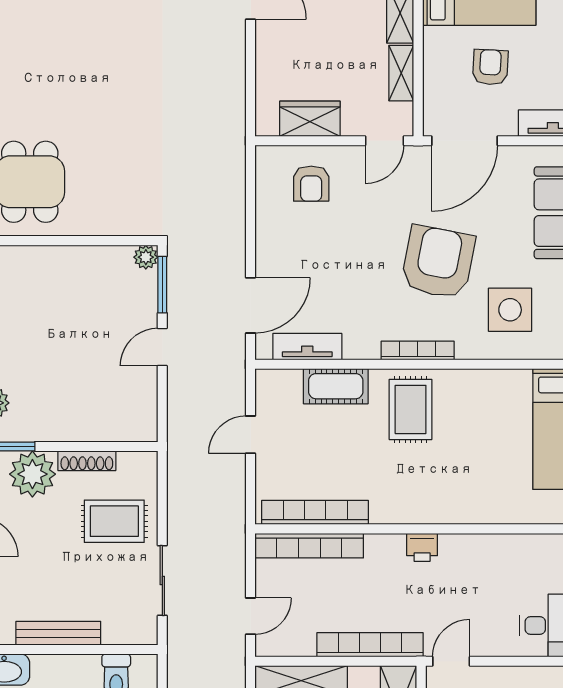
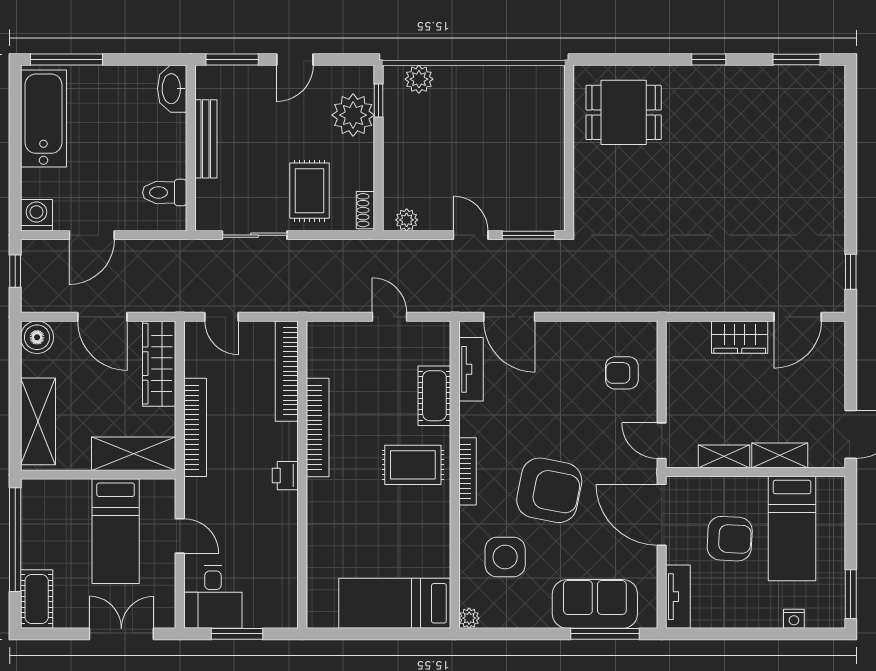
armchair: (490, 67) -> (730, 539), width x1.38, depth x1.38
wardrobe: (310, 119) -> (740, 337), moved, turned 90
plant: (146, 257) -> (407, 220), moved
shoe rack: (87, 461) -> (365, 210), moved, width x0.70
bookcase: (315, 512) -> (318, 427), moved
door: (451, 661) -> (180, 536), moved

